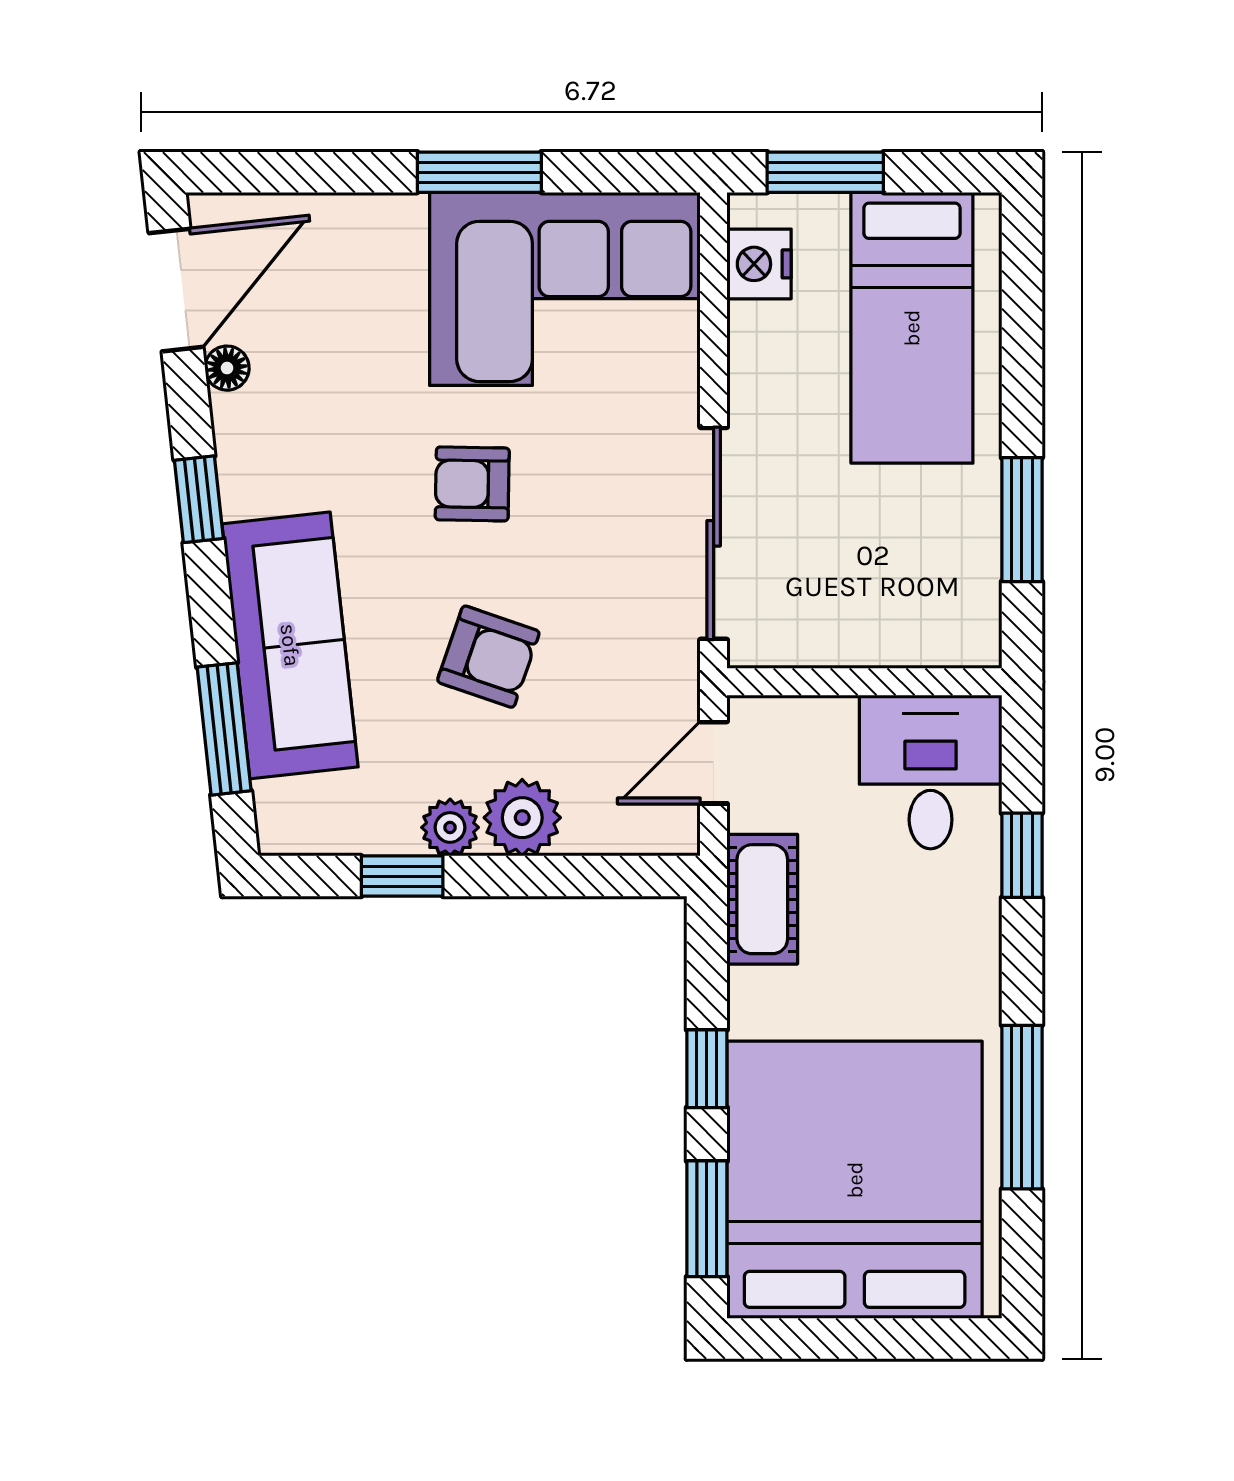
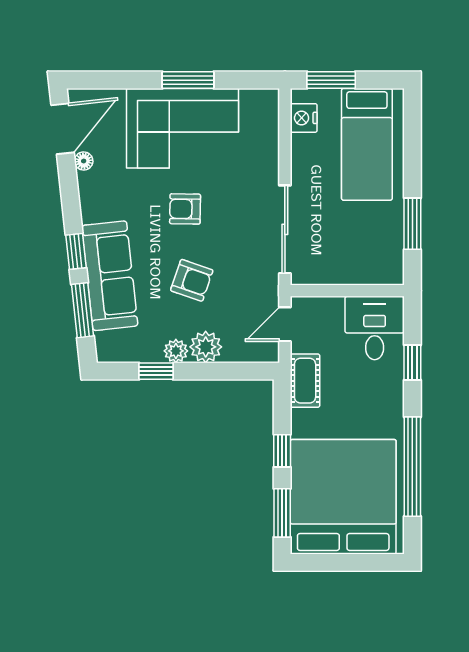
corner sofa: (565, 289) -> (182, 128), moved
window: (199, 499) -> (76, 251), moved
window: (1022, 1107) -> (412, 467), width x1.46

